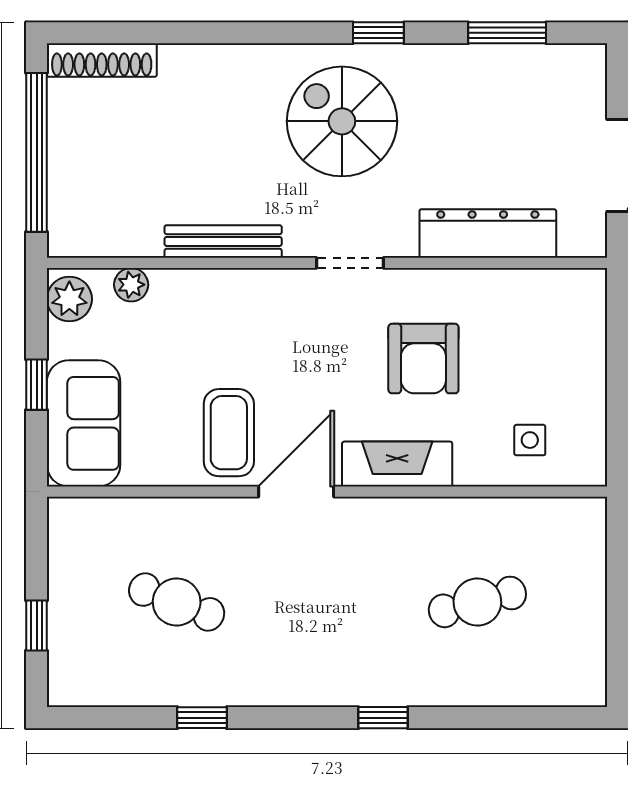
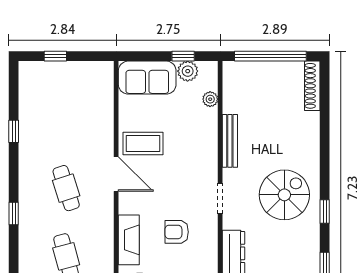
plant: (69, 299) -> (188, 71), moved
armchair: (423, 359) -> (177, 232), width x0.72, depth x0.72
window: (37, 385) -> (183, 56), moved
fireplace: (397, 464) -> (129, 240), moved
cafe table: (177, 602) -> (66, 188), moved, turned -39

